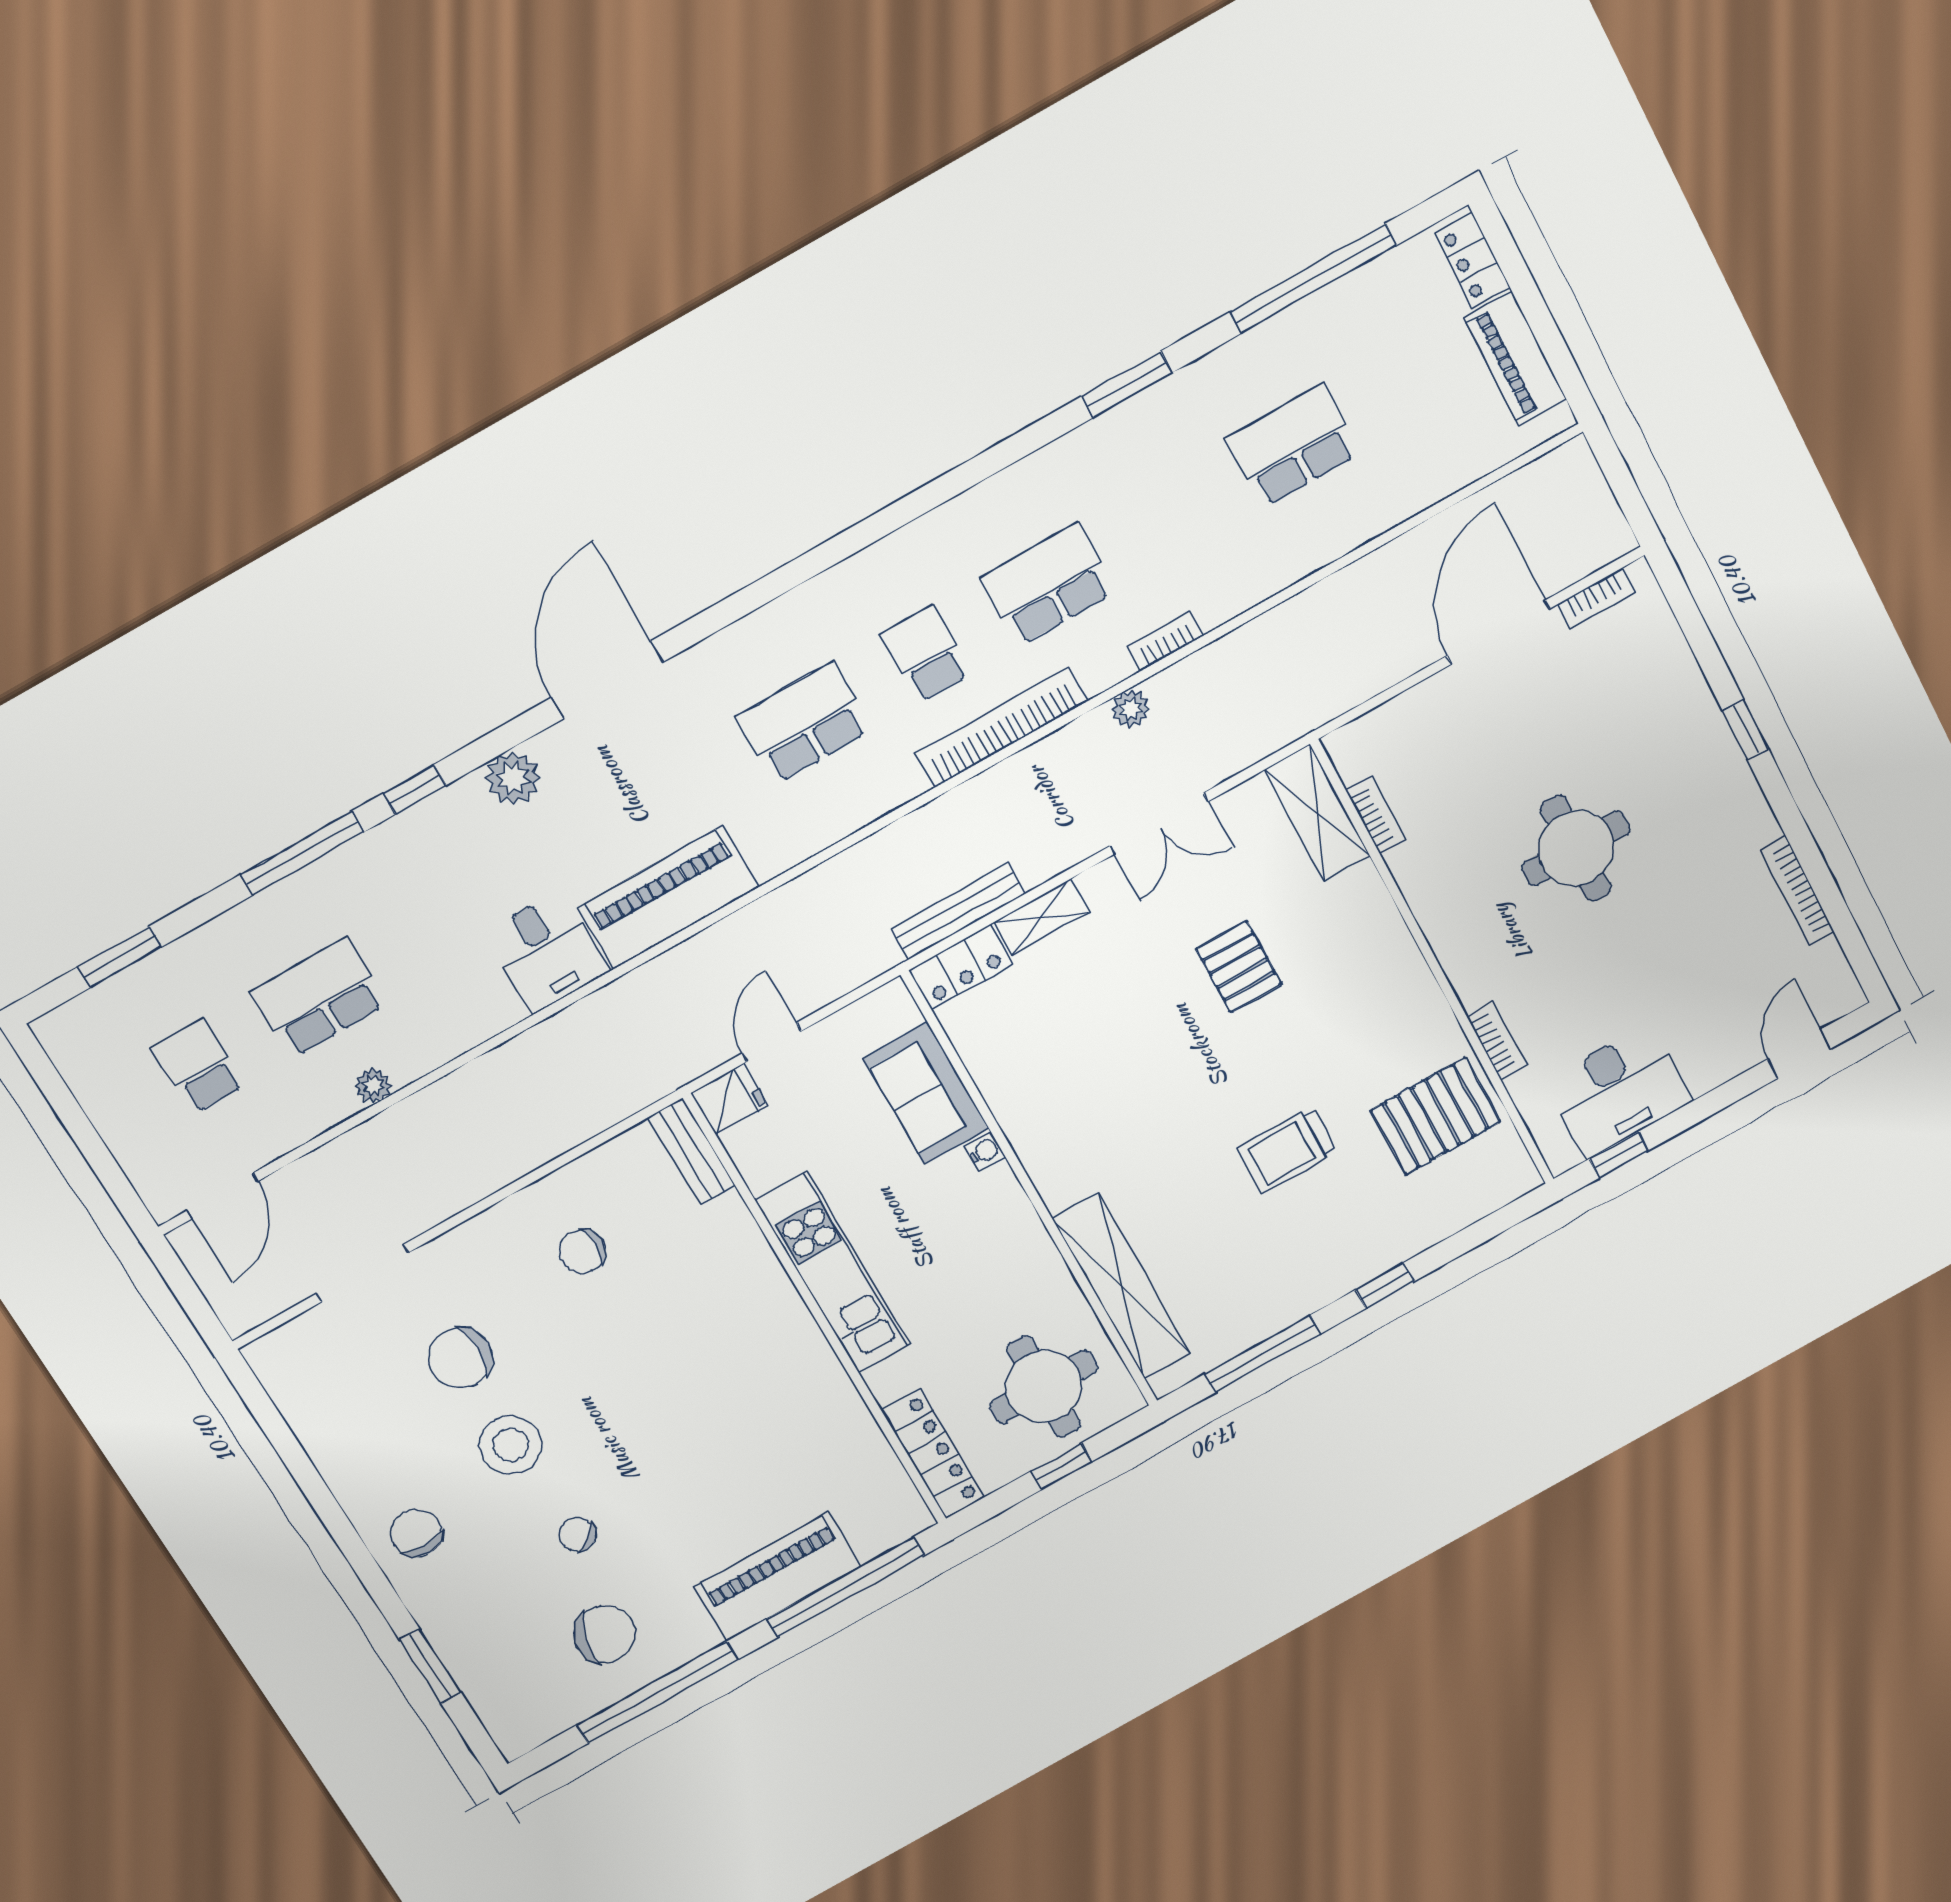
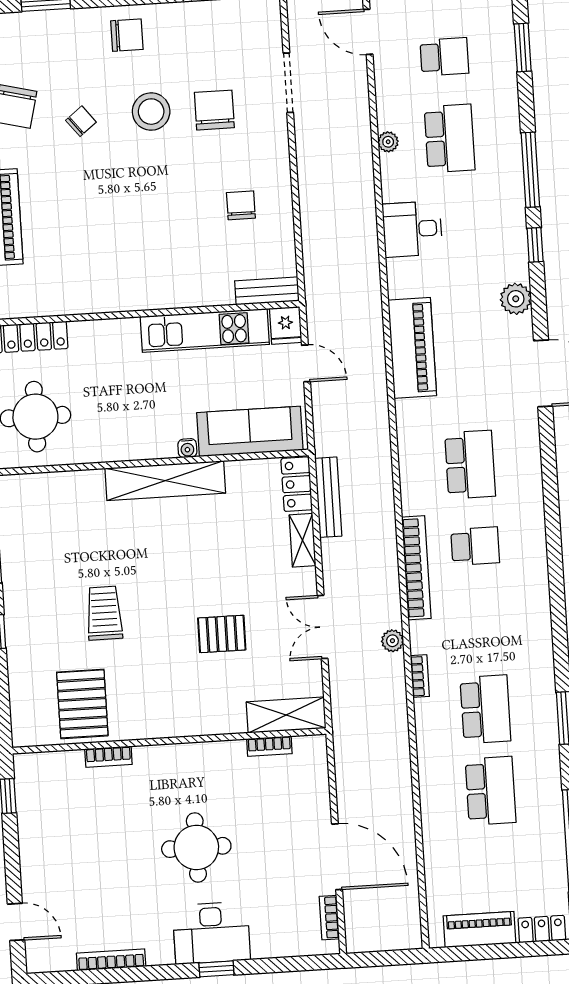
school desk: (1048, 585) -> (485, 709), moved
desk: (547, 952) -> (412, 229), moved
desk: (1618, 1091) -> (211, 933), moved, turned -90
sofa: (926, 1093) -> (250, 431), width x1.36
kitchen unit: (833, 1272) -> (205, 330), moved
shelving: (1122, 1286) -> (165, 481), moved

